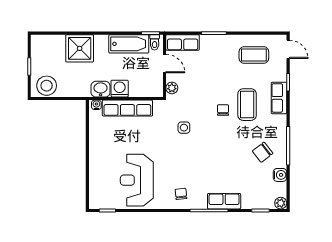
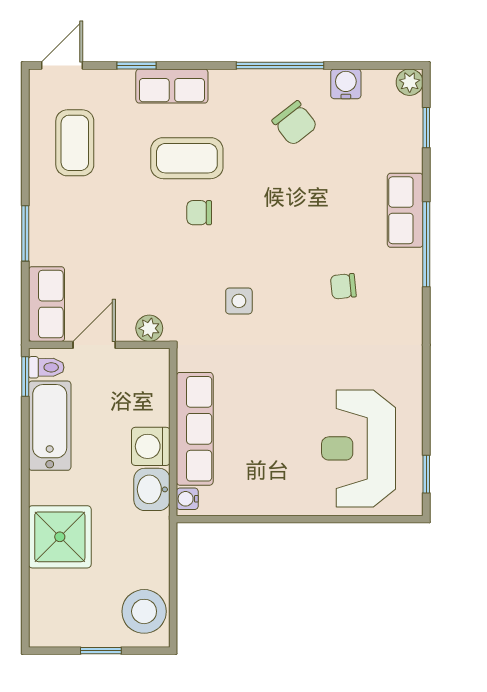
reception desk: (137, 180) -> (359, 448), moved, turned 90
chair: (181, 194) -> (343, 286), moved

